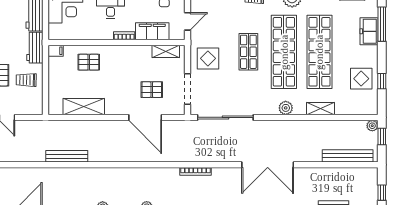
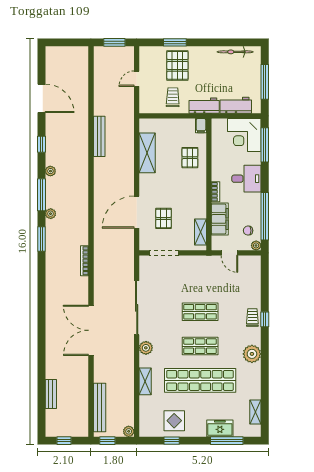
shop shelf: (284, 52) -> (200, 346), width x0.50, depth x0.74
display table: (208, 58) -> (194, 273), removed
sliding door: (225, 117) -> (137, 308), moved
window: (382, 136) -> (107, 441), moved

